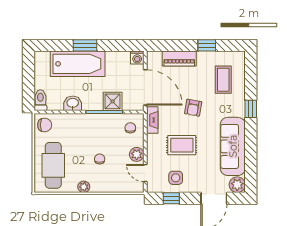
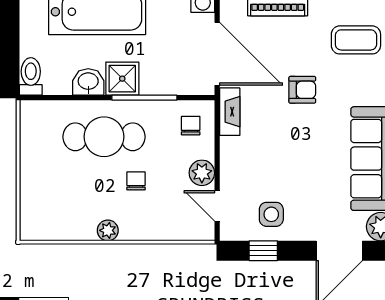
coffee table: (223, 80) -> (356, 40), turned 90
shower: (113, 101) -> (122, 79), moved
armchair: (193, 108) -> (302, 90), turned -100
chair: (45, 125) -> (38, 120), removed
rug: (182, 145) -> (282, 156), removed
cafe table: (53, 165) -> (104, 137), moved, turned 90

